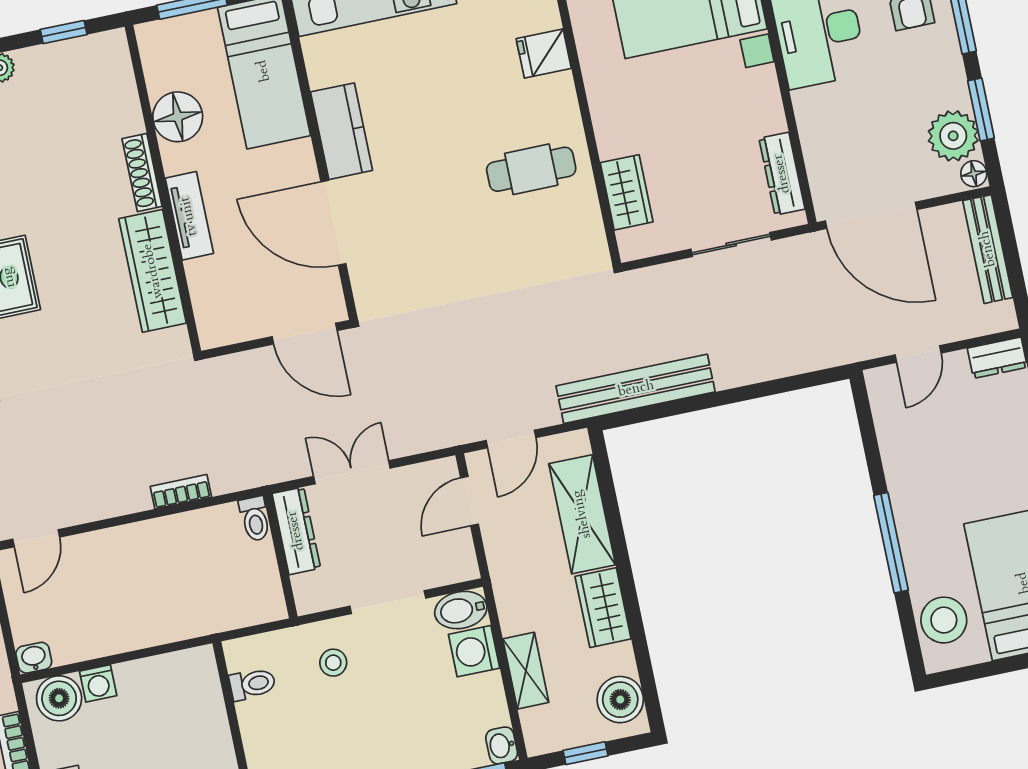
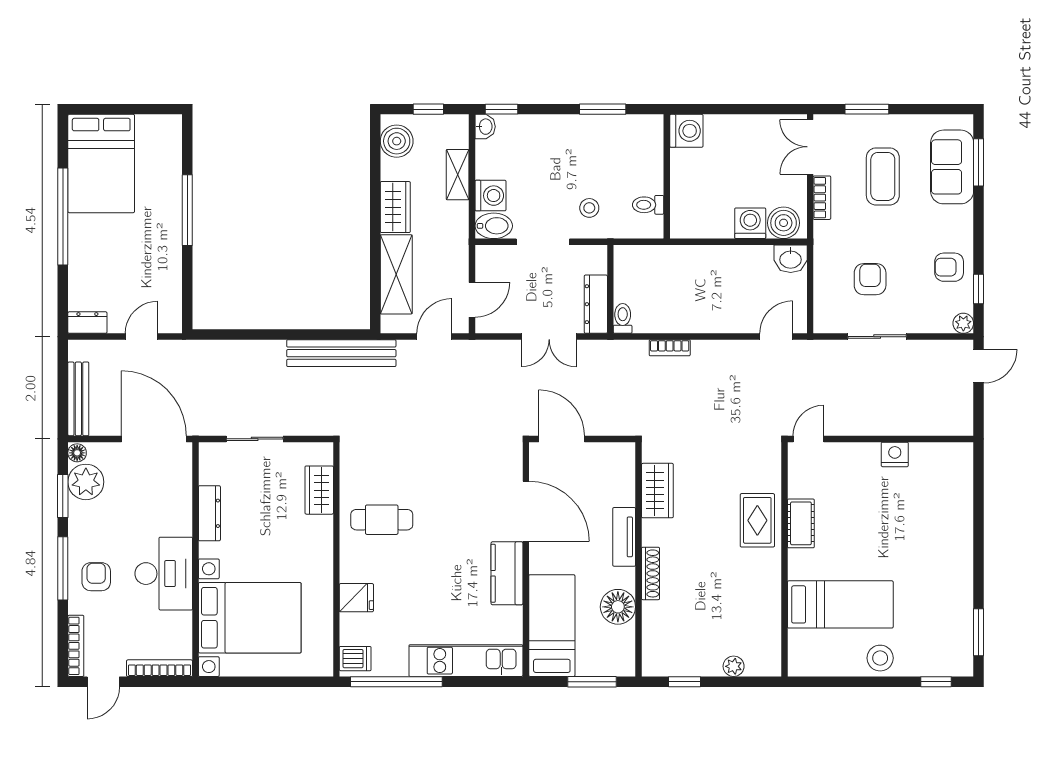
dresser: (782, 174) -> (209, 513), moved
wardrobe: (153, 271) -> (657, 491), width x0.67
stool: (944, 620) -> (162, 149), removed
washbasin: (34, 658) -> (791, 259), width x1.38, depth x1.45
washing machine: (98, 683) -> (750, 223), width x1.38, depth x1.38

